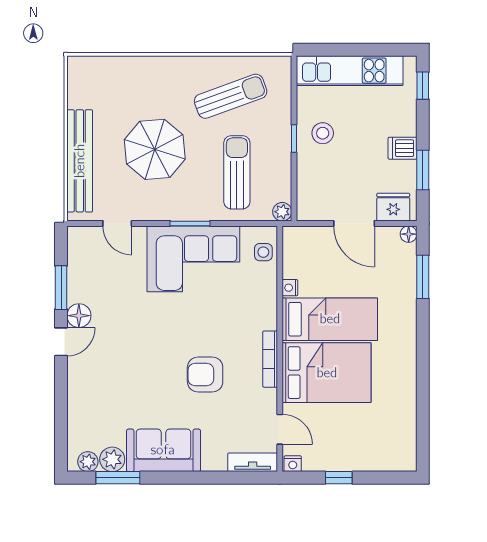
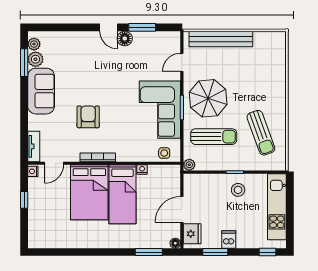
parasol: (155, 149) -> (208, 98), moved

